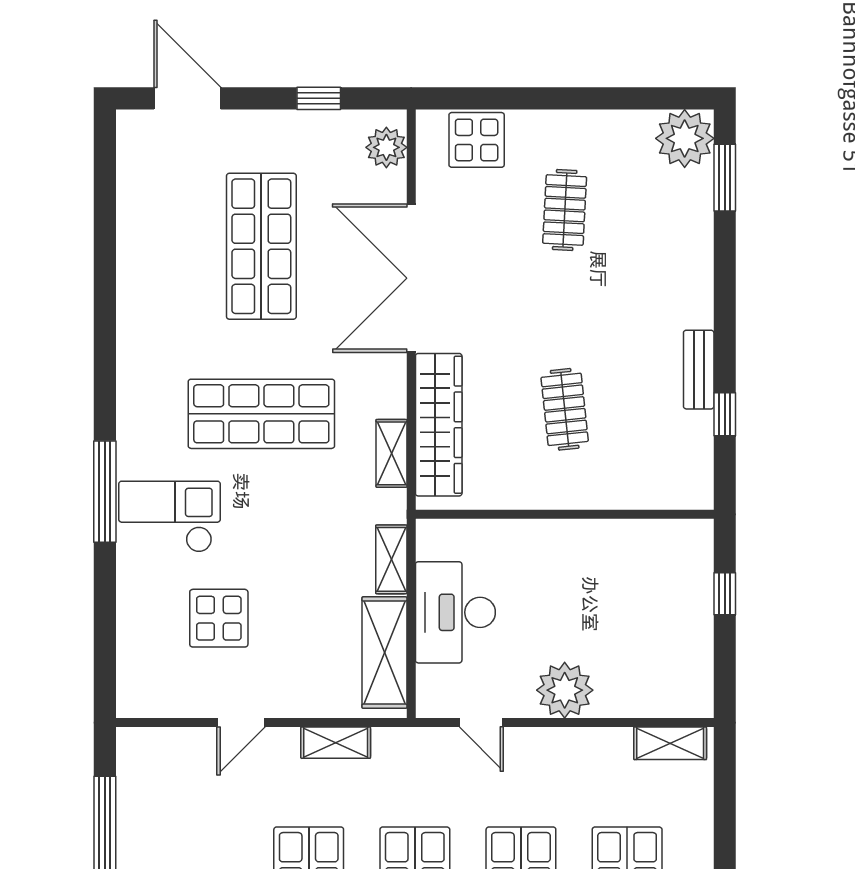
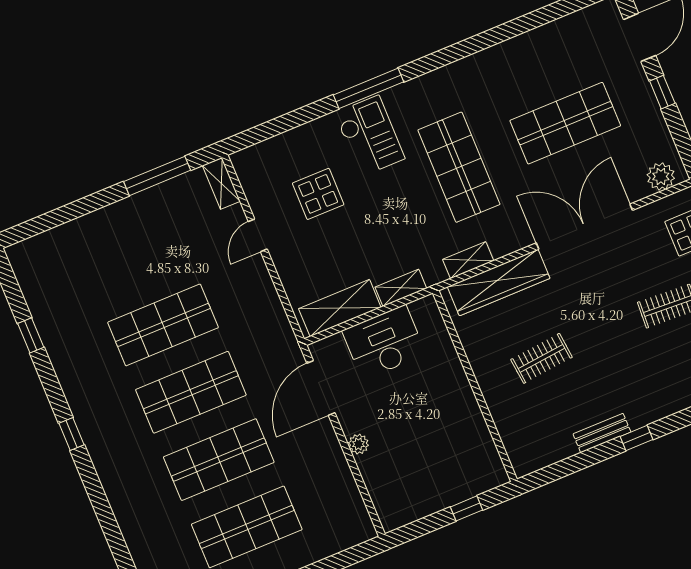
window: (319, 98) -> (662, 92), moved
window: (725, 414) -> (637, 438), moved
plant: (565, 690) -> (358, 444), width x0.53, depth x0.53
door: (241, 723) -> (258, 235), hinge flipped
door: (481, 723) -> (321, 388), width x1.88
shelving: (336, 743) -> (221, 183), moved
shelving: (670, 743) -> (357, 513), removed

